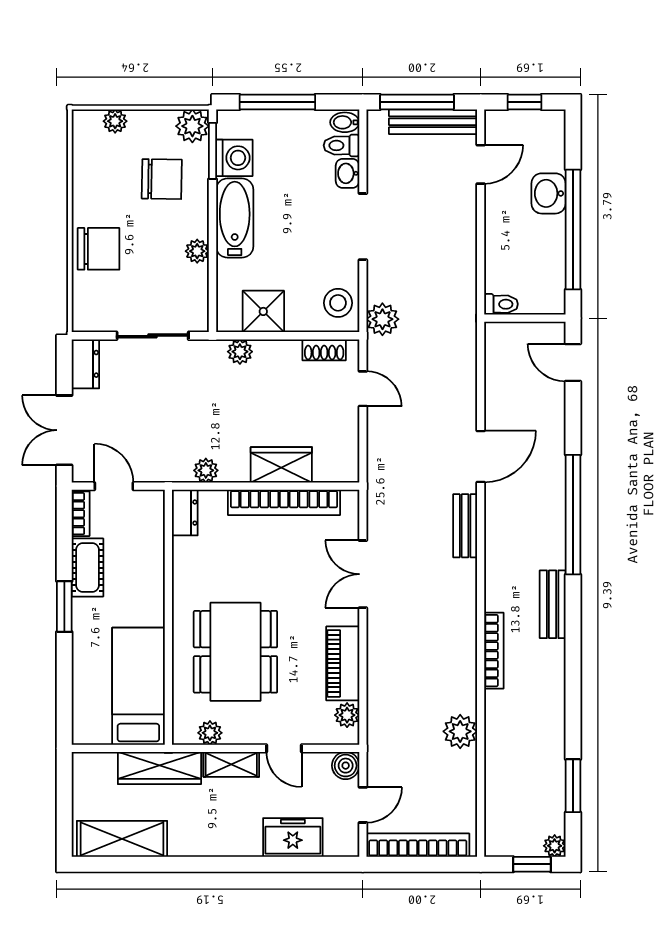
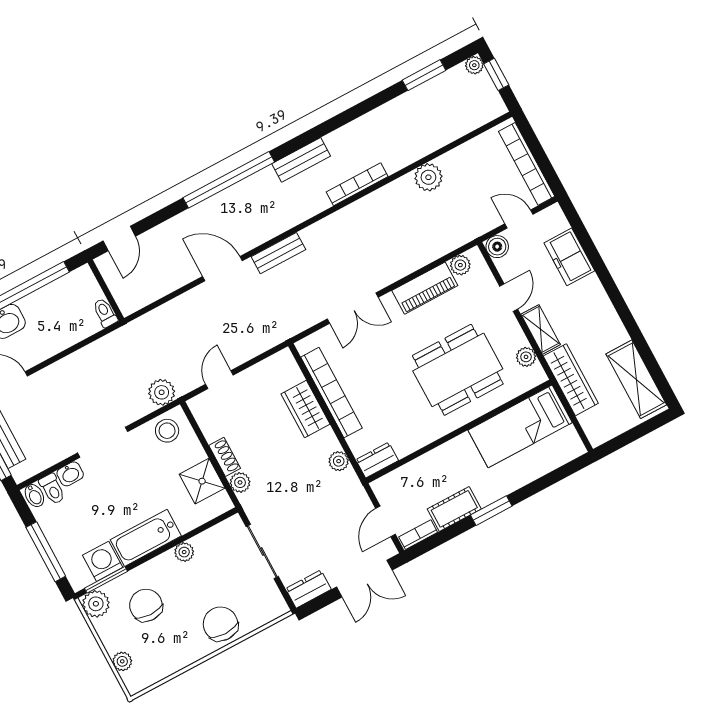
shoe rack: (324, 350) -> (225, 457), moved

